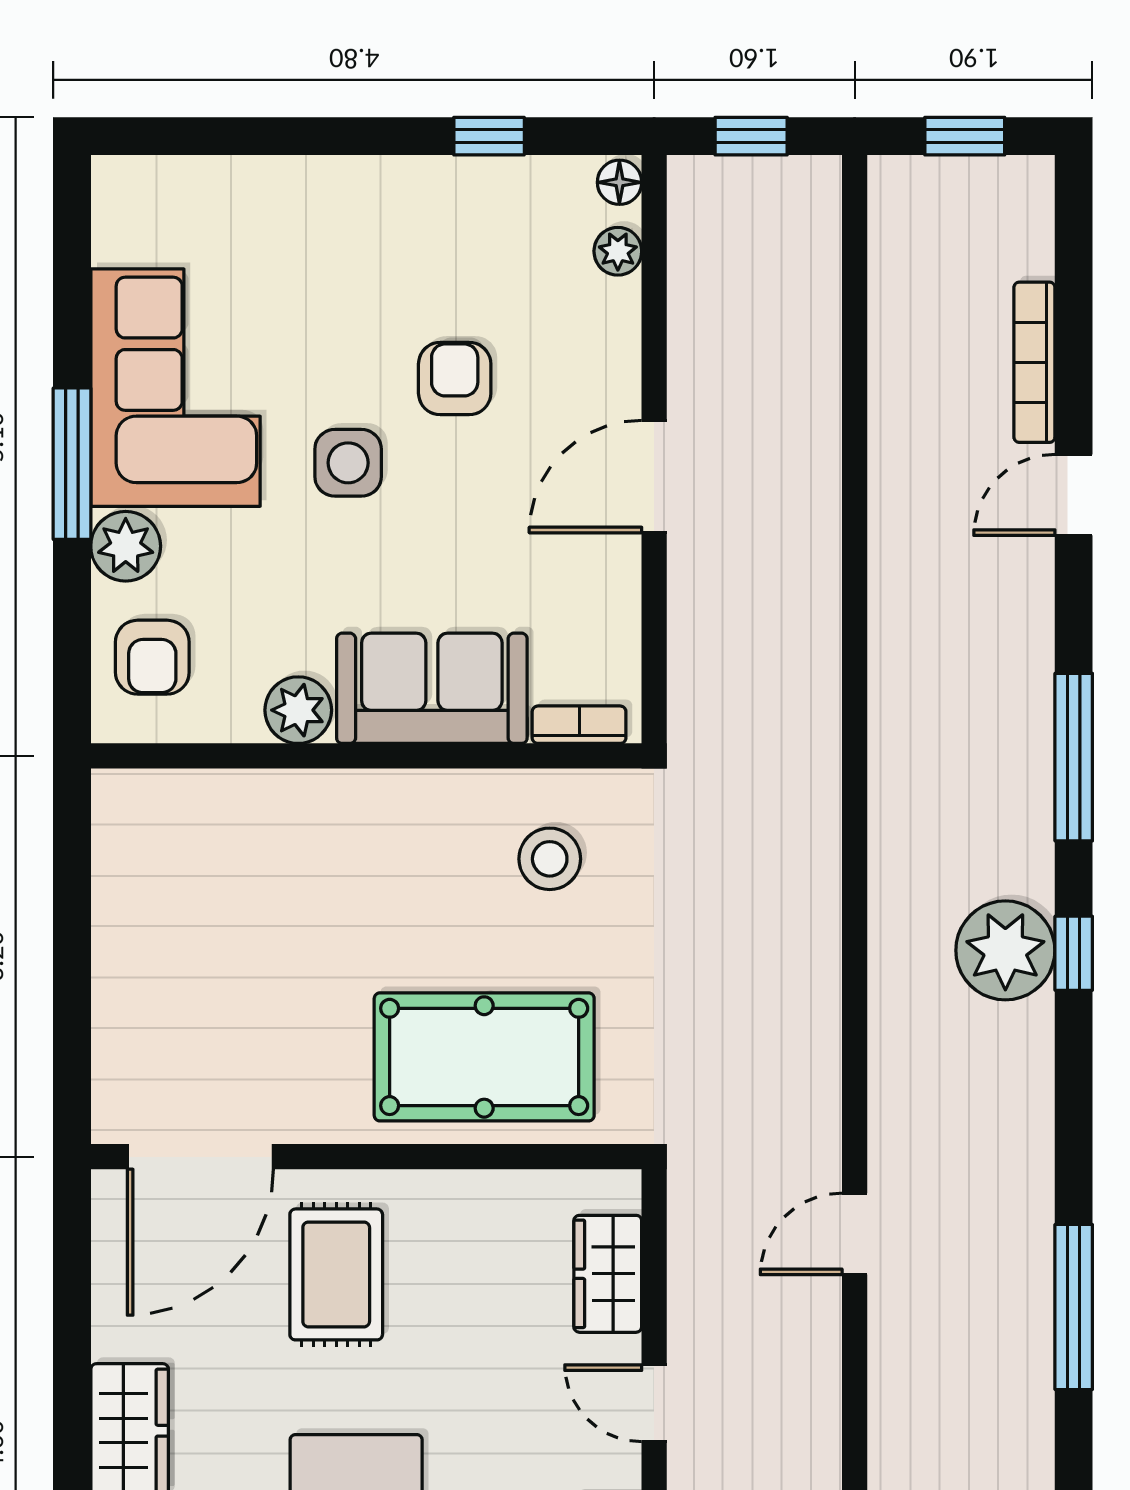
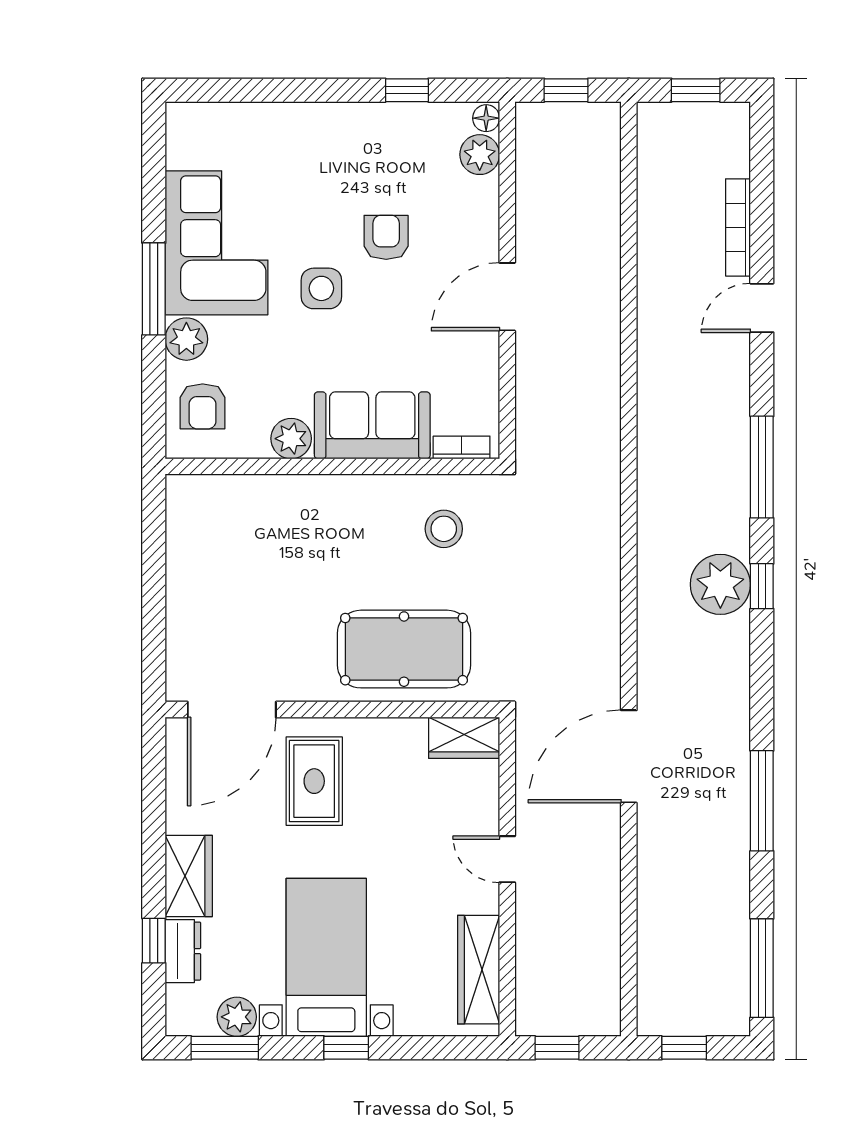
plant: (618, 251) -> (480, 155), width x1.38, depth x1.38
door: (855, 1234) -> (629, 756), width x1.87
wardrobe: (608, 1274) -> (464, 738), moved, turned -90

